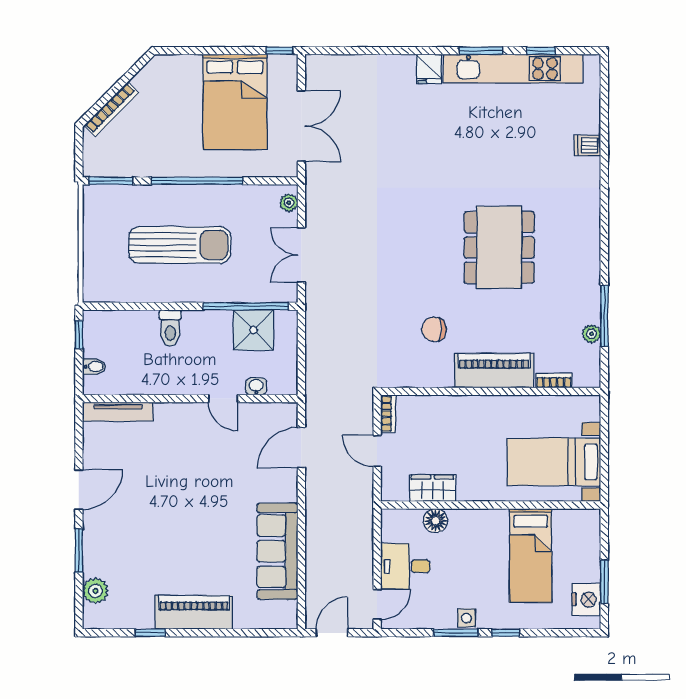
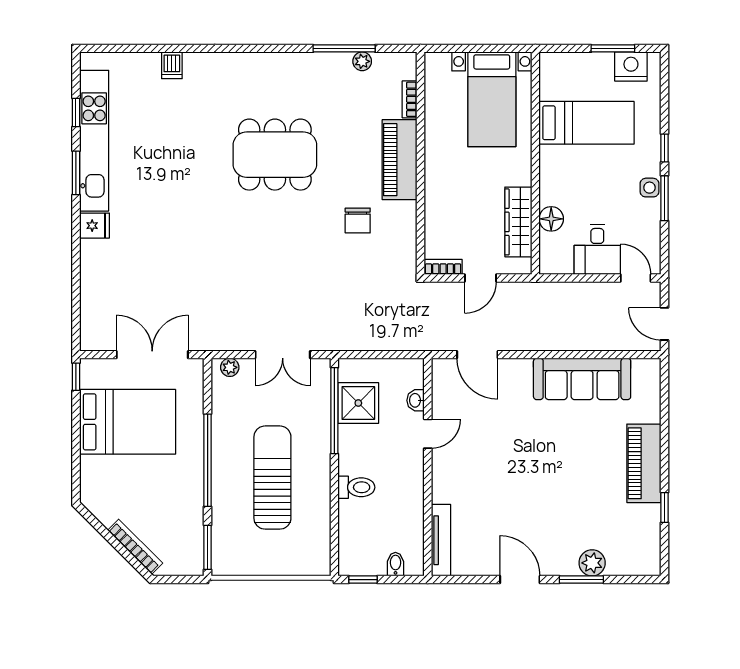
wardrobe: (433, 488) -> (518, 222), width x1.50
plant: (95, 591) -> (592, 563), moved

